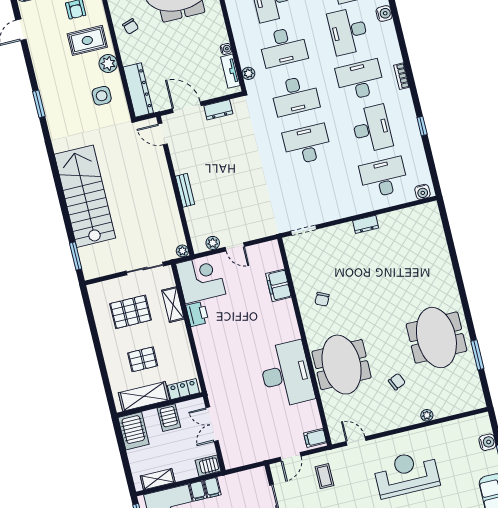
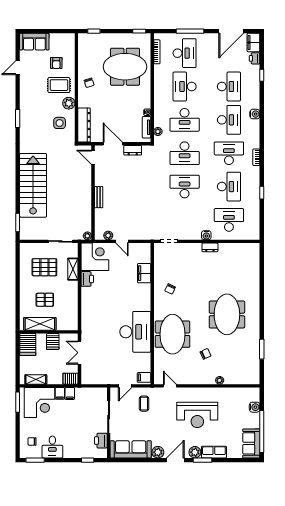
desk: (348, 31) -> (229, 120), turned 180
water cooler: (422, 192) -> (206, 235), moved
meeting table: (436, 338) -> (227, 314), moved
locker: (183, 389) -> (66, 325), removed
reception desk: (406, 474) -> (197, 415), turned 180

